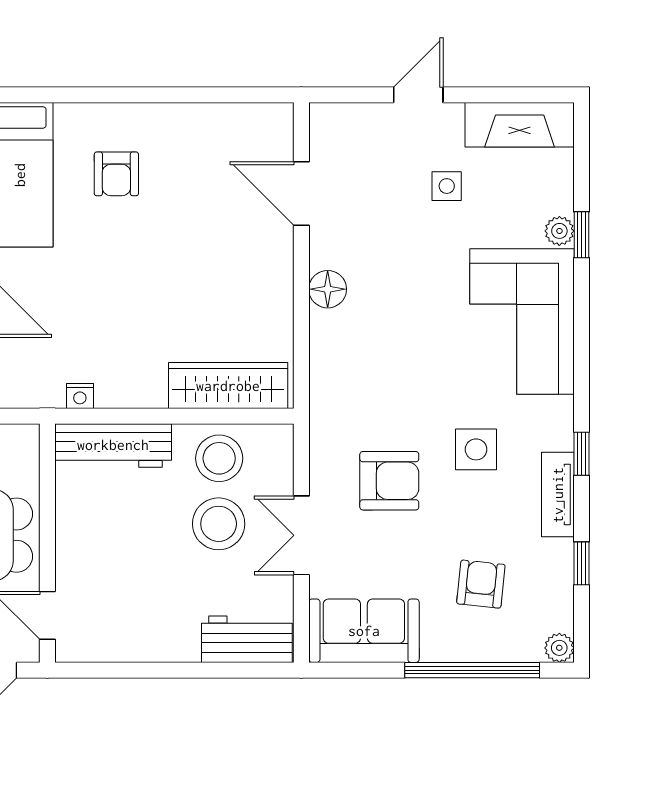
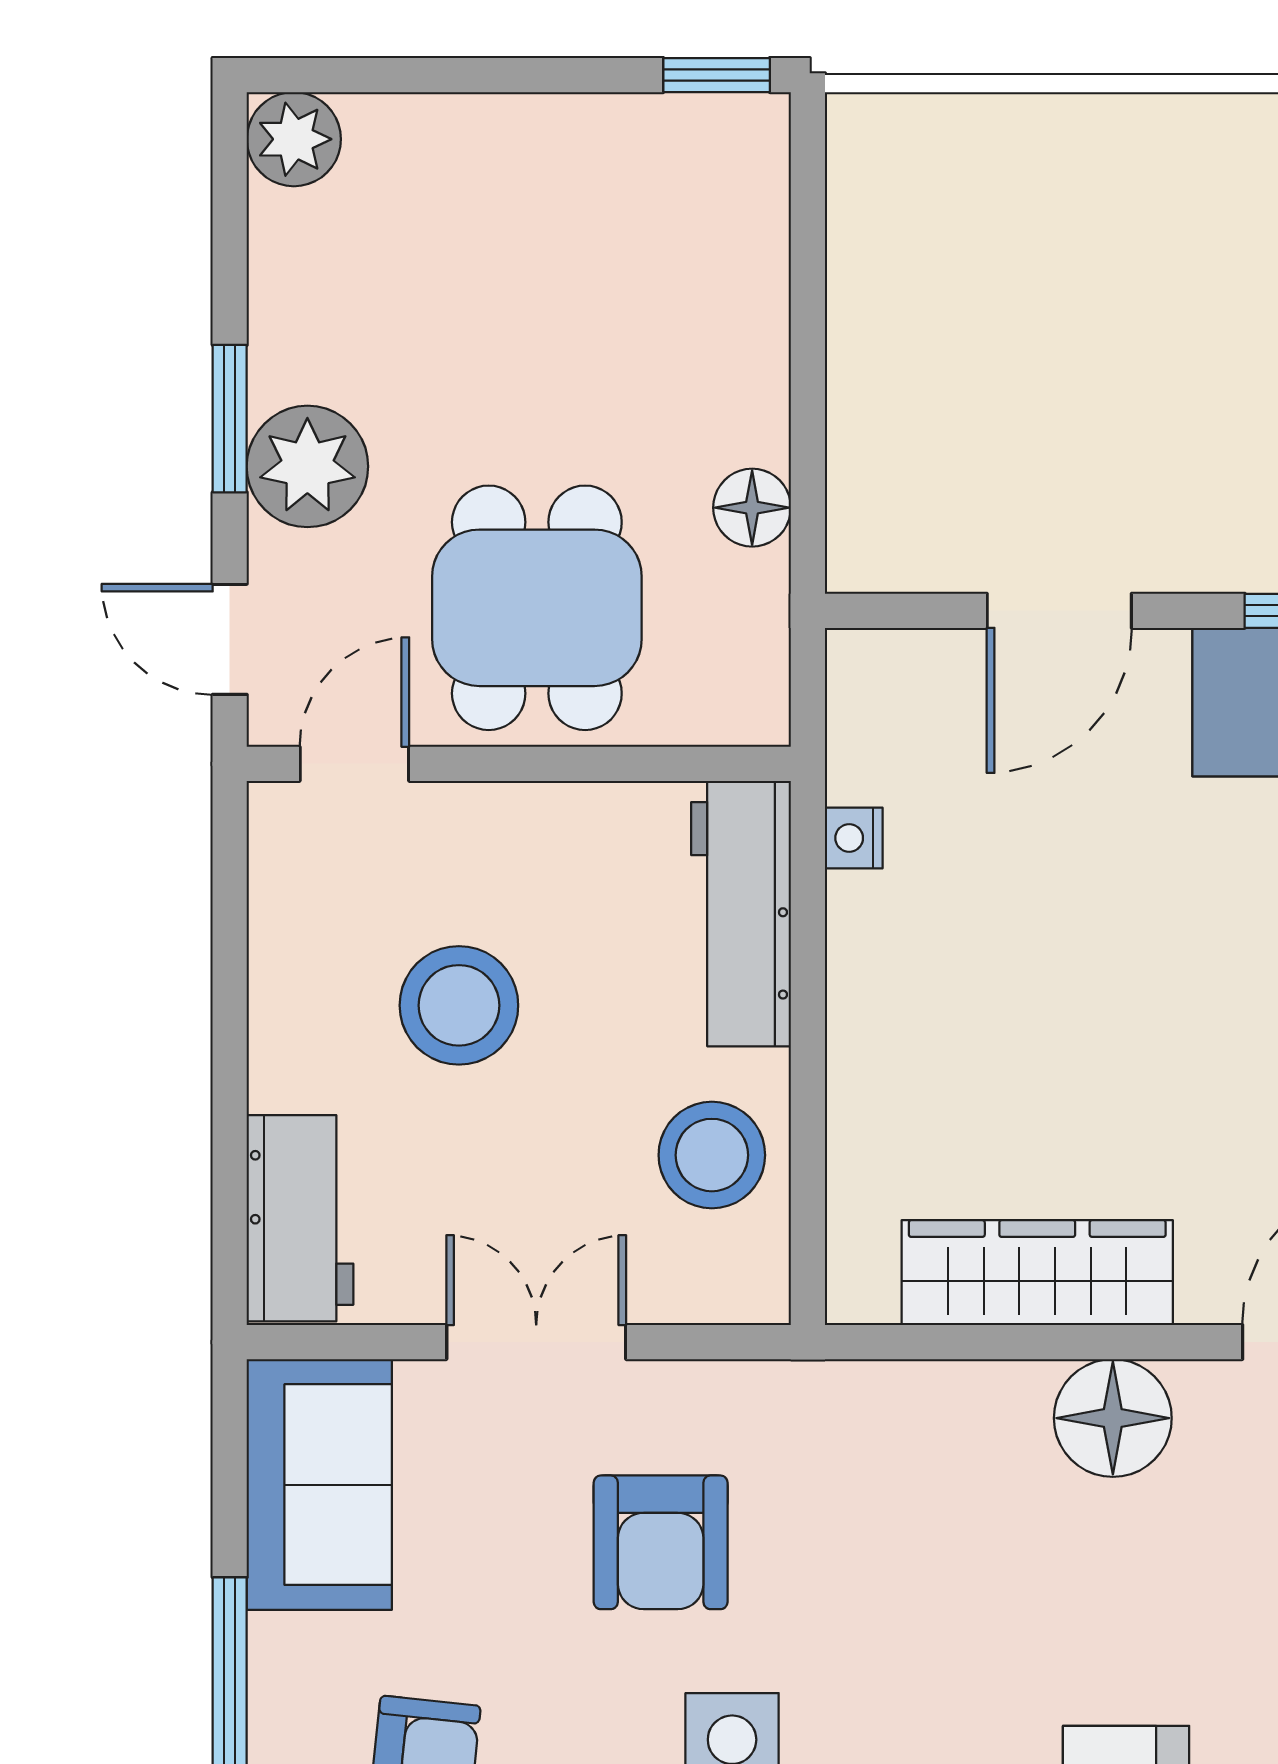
floor lamp: (328, 289) -> (1113, 1418), width x1.38, depth x1.38
wardrobe: (228, 386) -> (1037, 1273), moved, turned -90
stool: (219, 524) -> (459, 1005), moved

